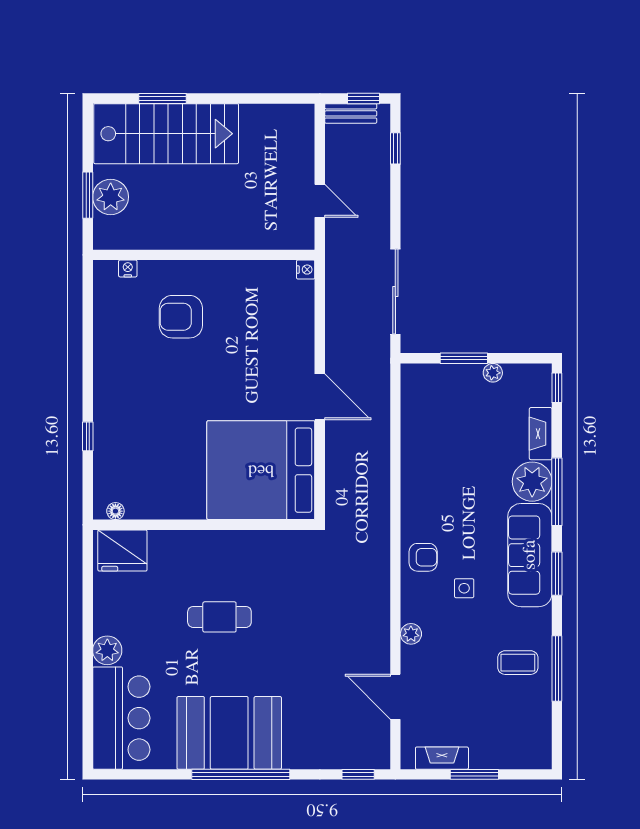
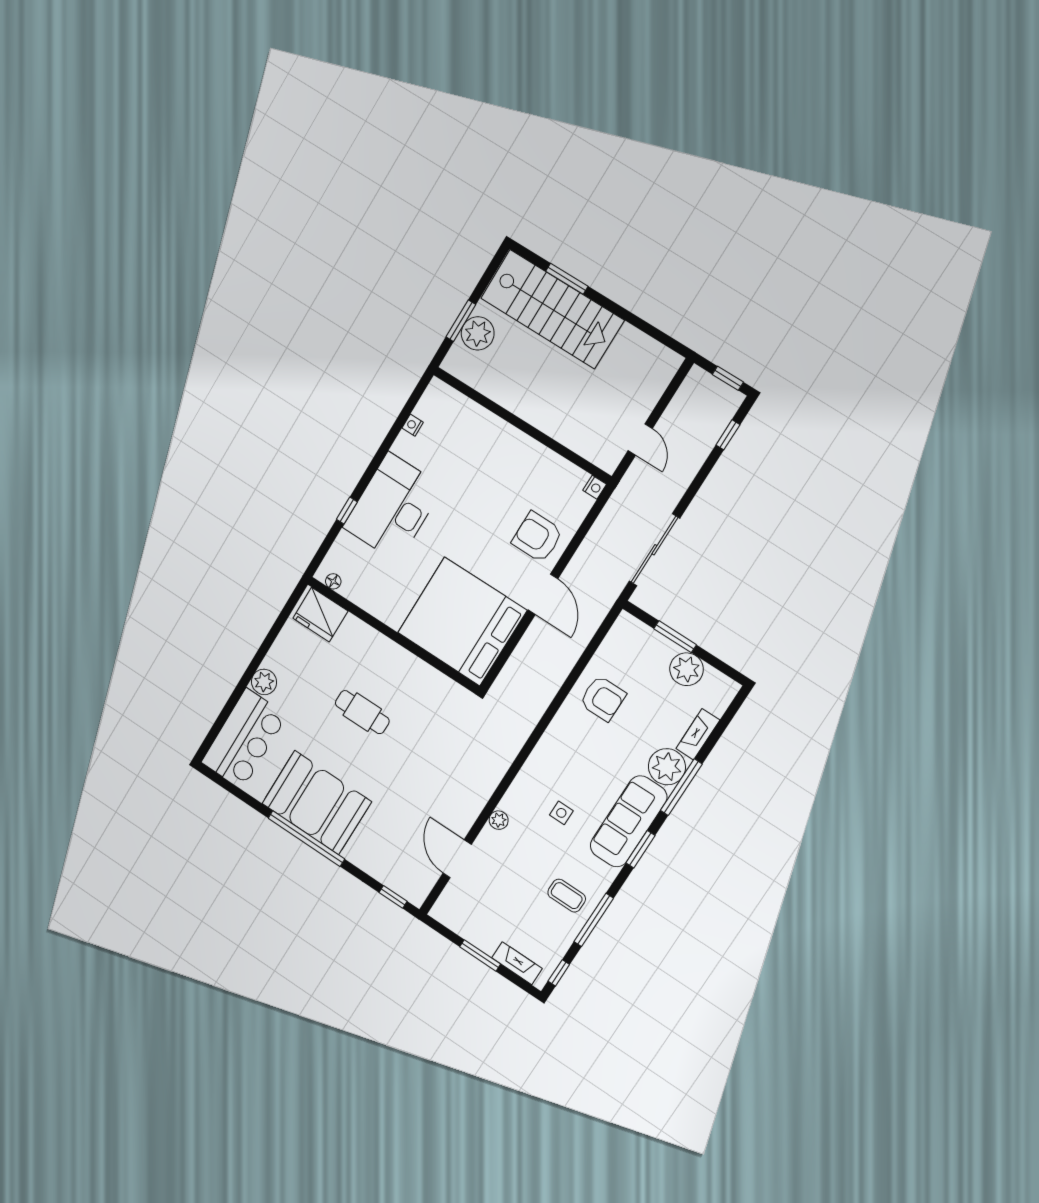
bench: (351, 113) -> (710, 384), removed
nightstand: (128, 268) -> (413, 425), moved, turned -90
armchair: (181, 317) -> (537, 537), moved
plant: (493, 373) -> (687, 669), width x1.88, depth x1.88
window: (557, 388) -> (559, 973), moved
desk: (130, 405) -> (393, 507), added
armchair: (423, 557) -> (603, 698), moved, width x1.38, depth x1.38
fireplace: (442, 758) -> (517, 963), moved

